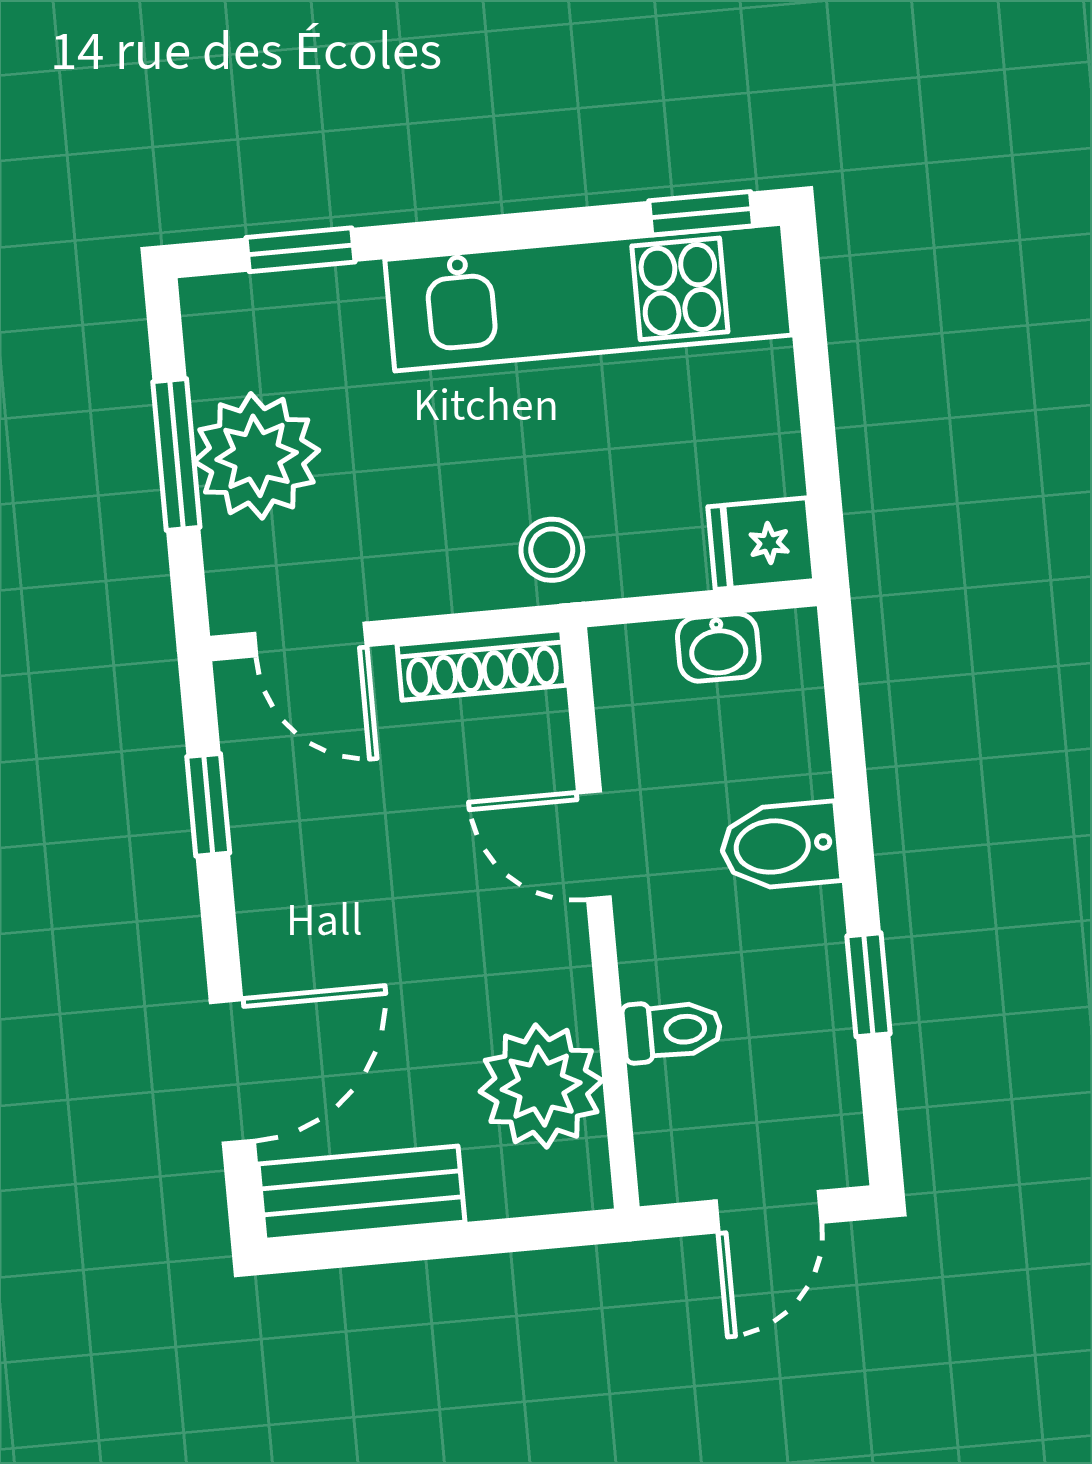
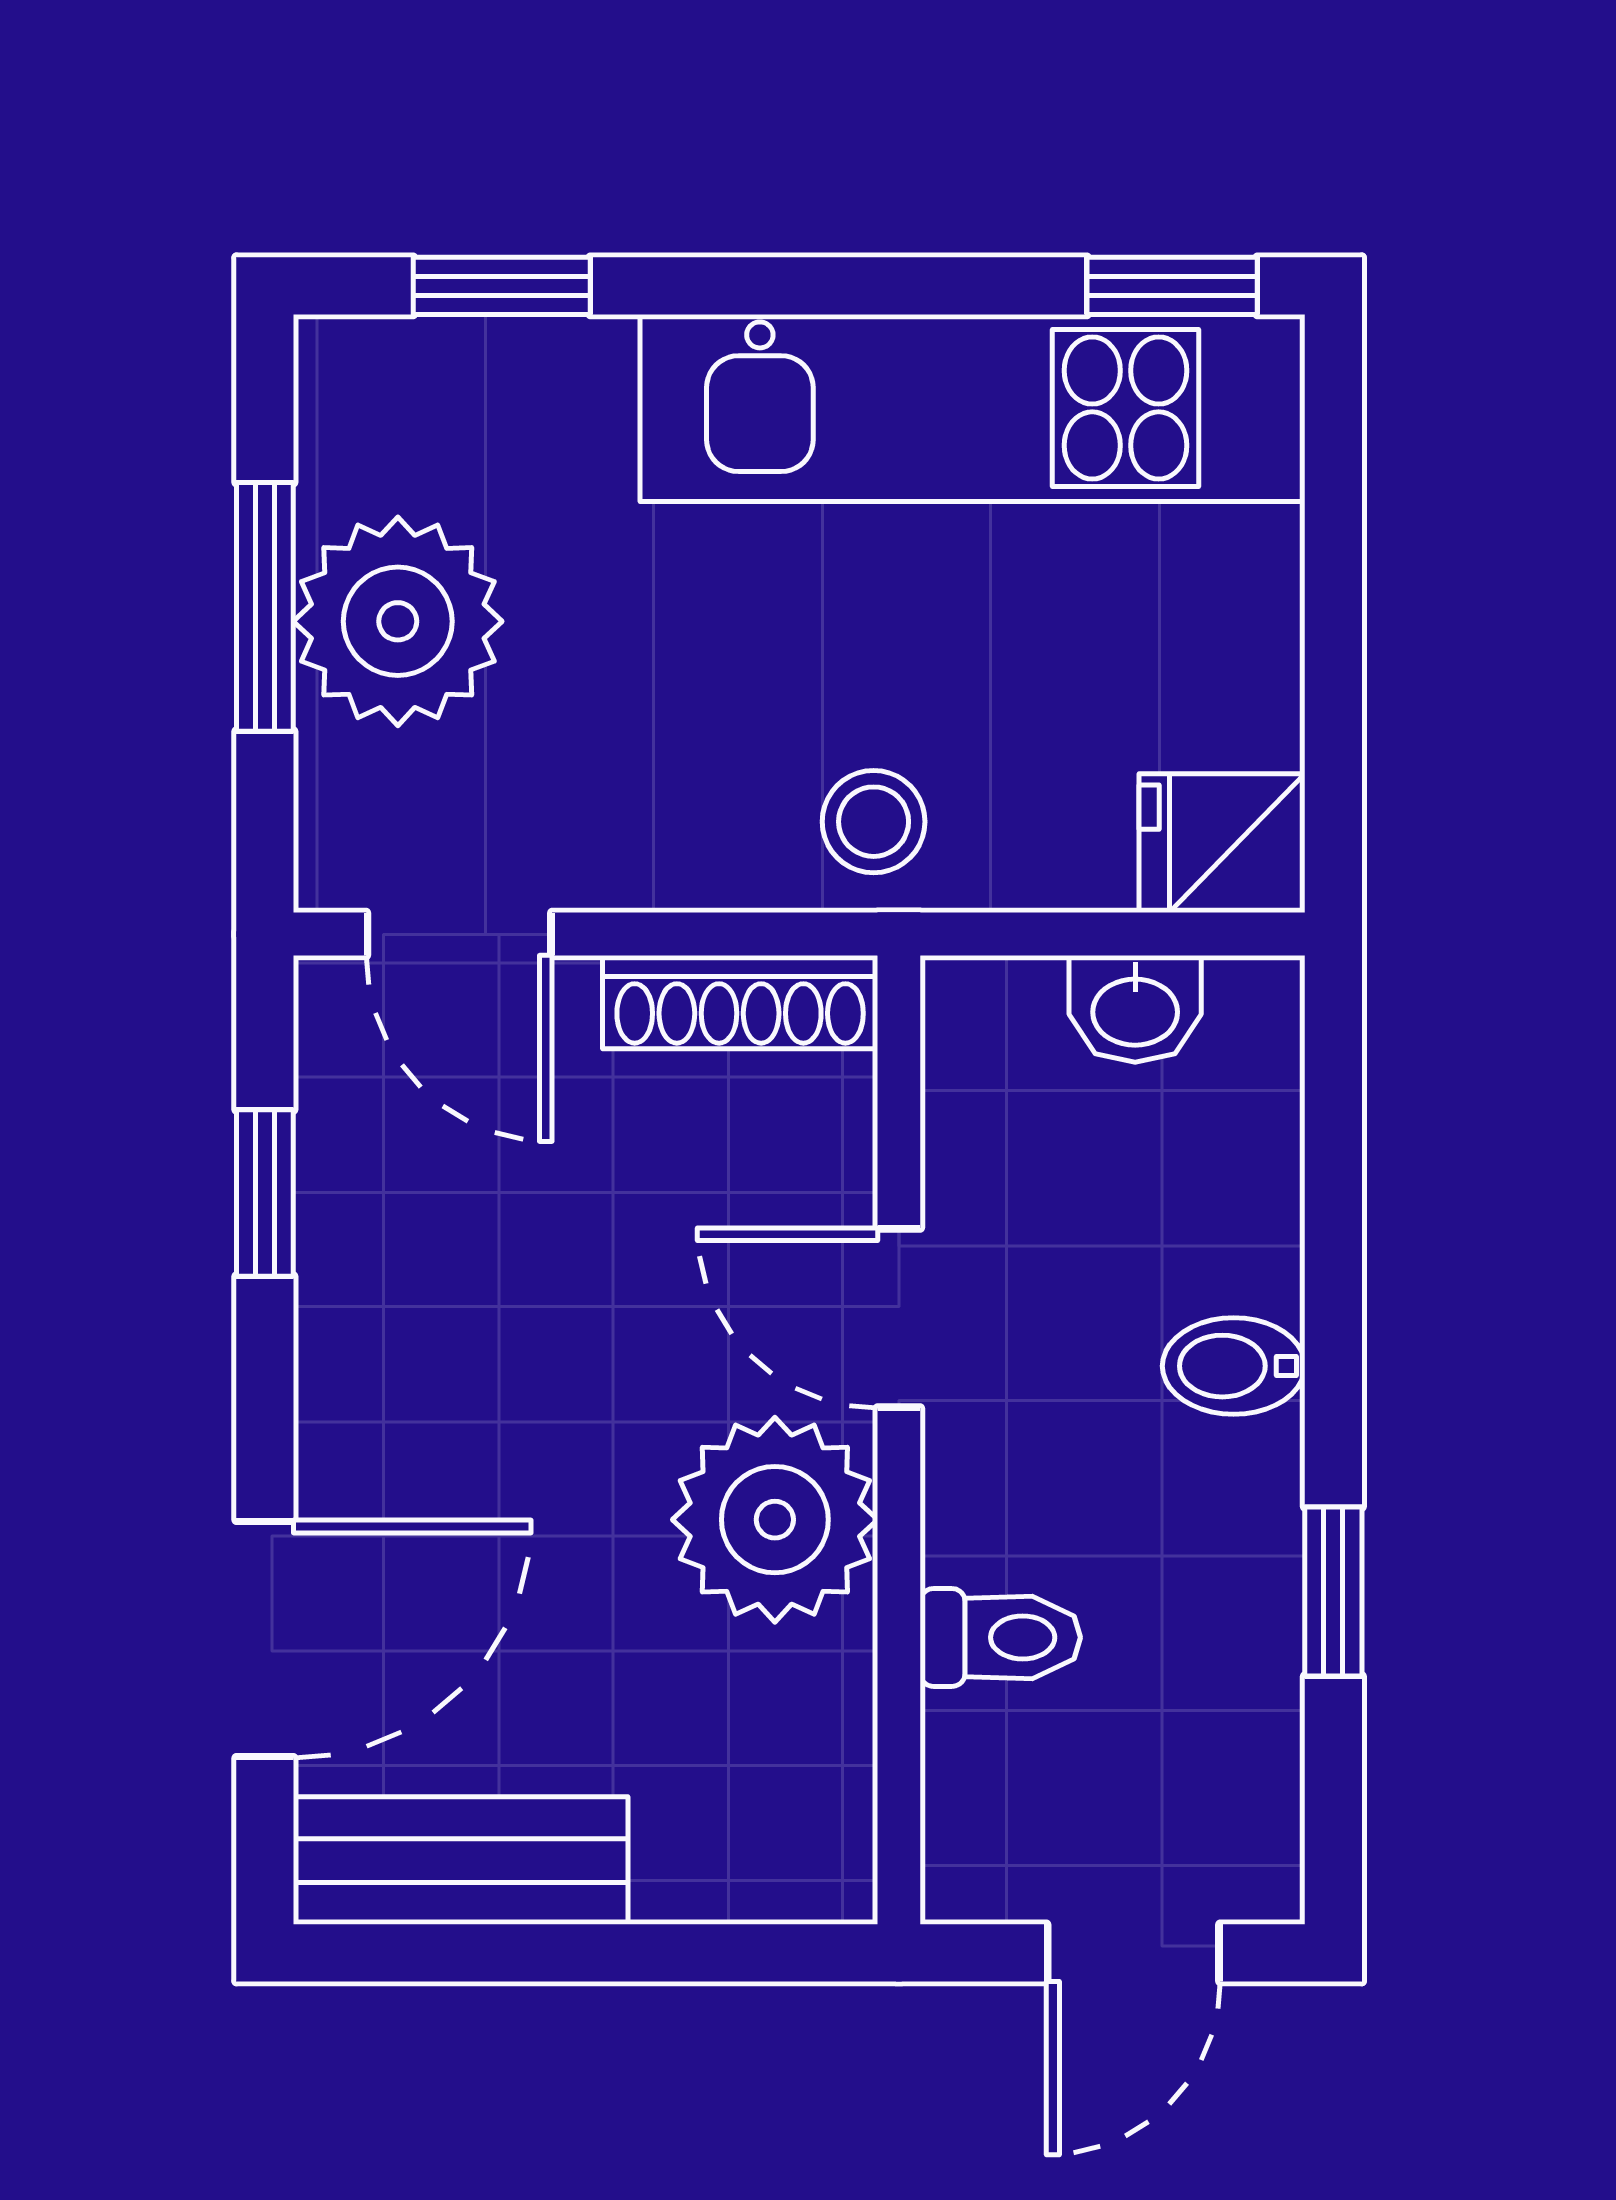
bidet: (780, 846) -> (1234, 1366), width x0.72, depth x0.74
plant: (541, 1086) -> (775, 1520), moved

